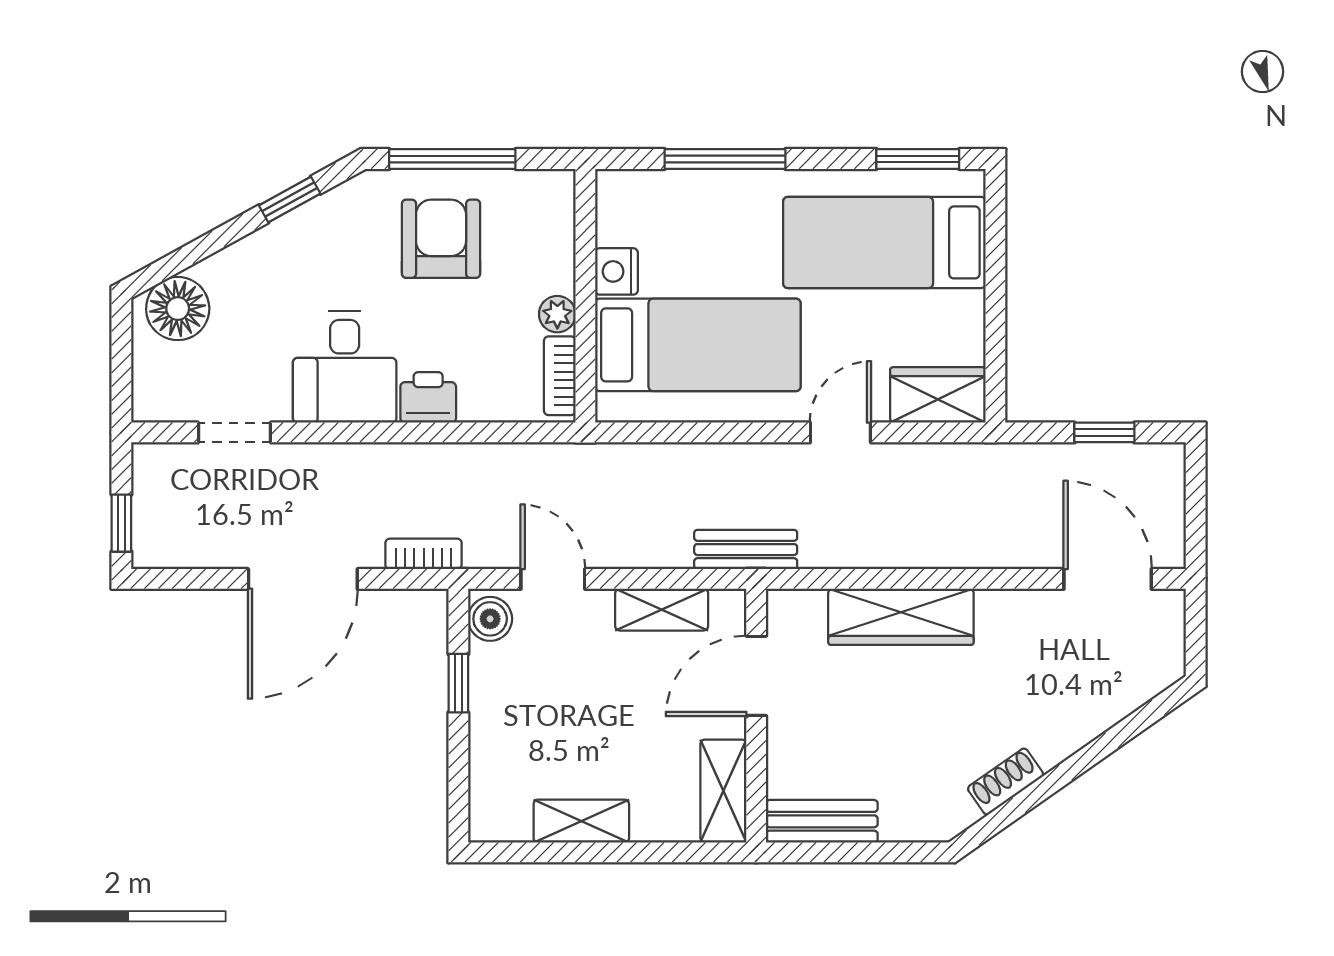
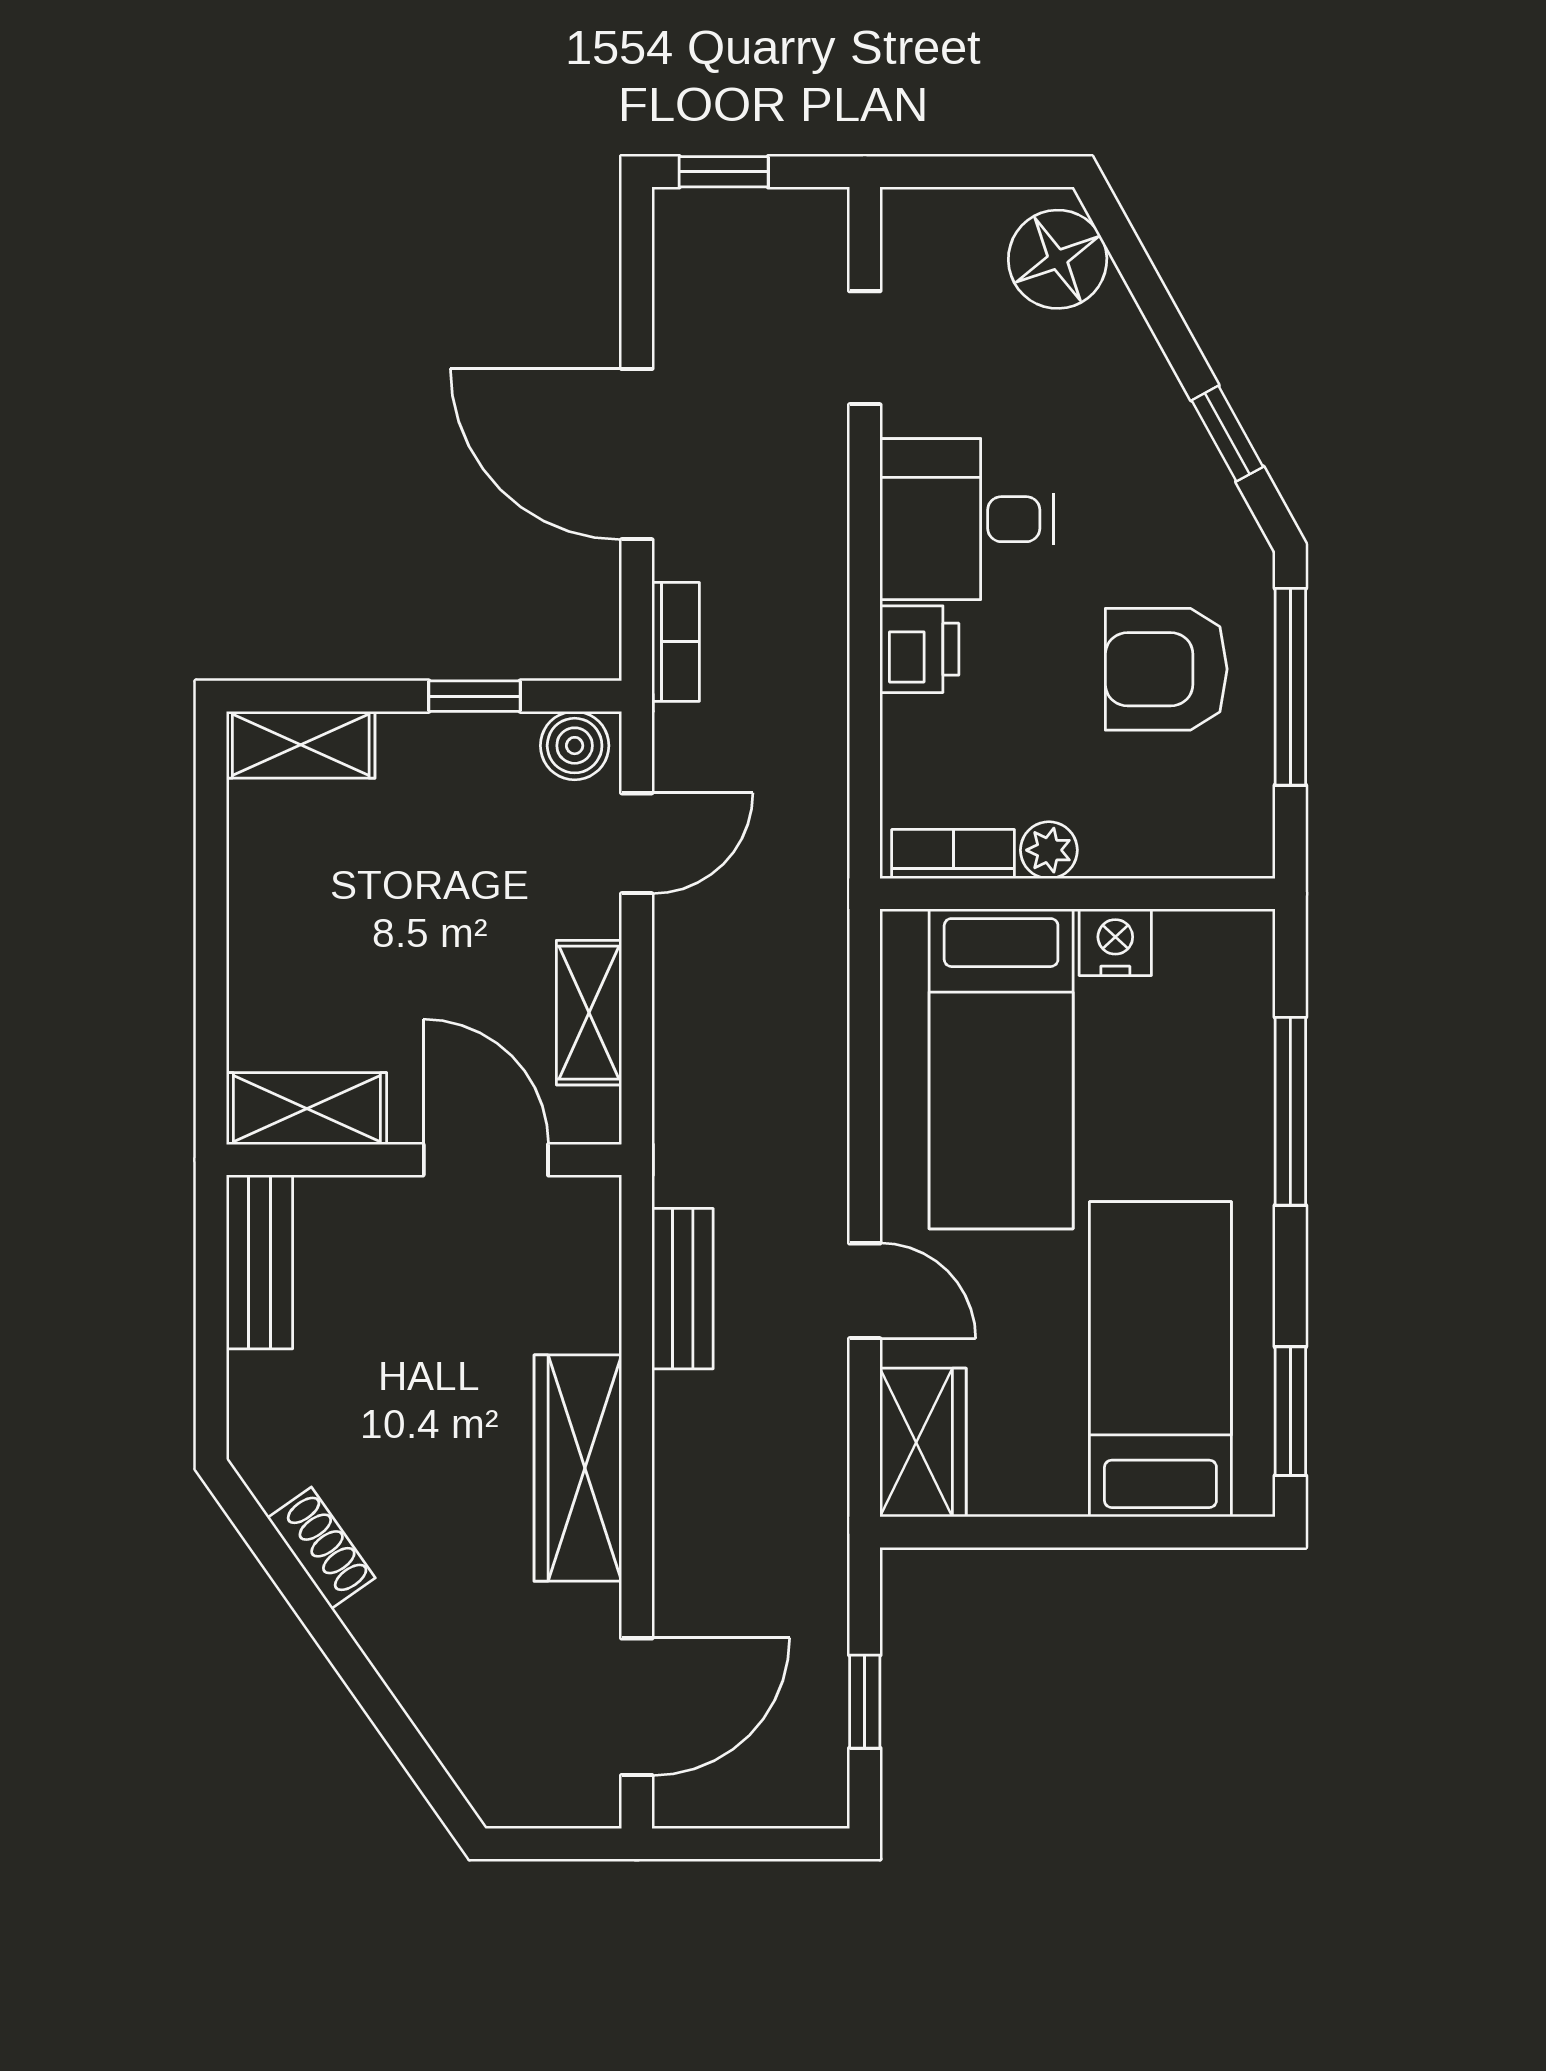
armchair: (441, 239) -> (1166, 669), turned 180
bench: (746, 550) -> (683, 1289), moved
wardrobe: (901, 617) -> (578, 1468), moved
shelving: (581, 821) -> (301, 745), moved, turned 90

